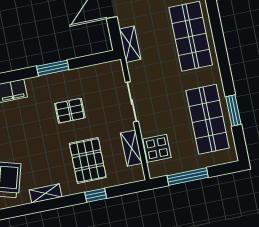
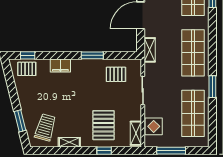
pallet: (70, 111) -> (116, 74), moved
window: (233, 111) -> (212, 87), moved
shelving: (131, 148) -> (136, 133), moved

